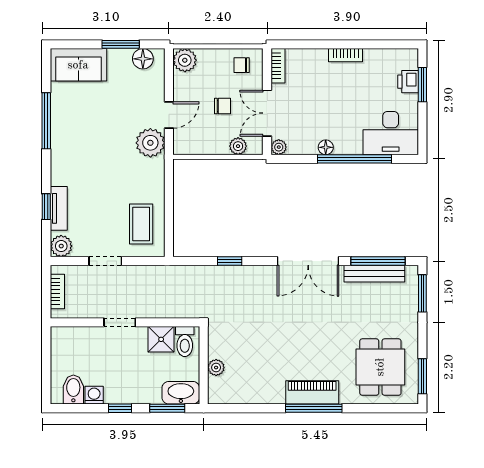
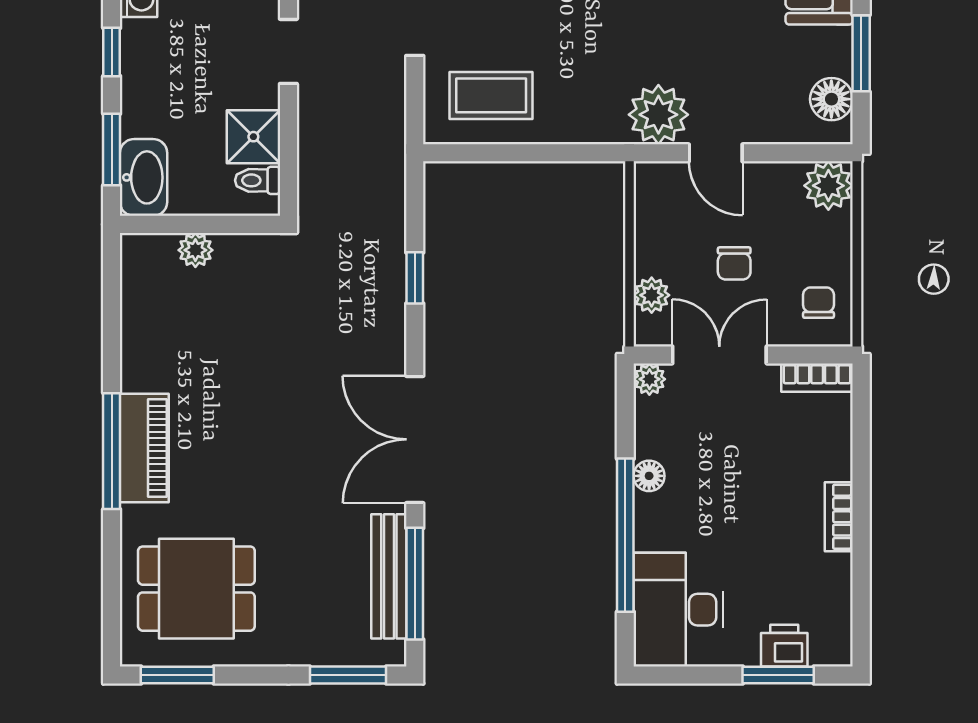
toilet: (185, 342) -> (258, 180), width x0.73, depth x0.72

